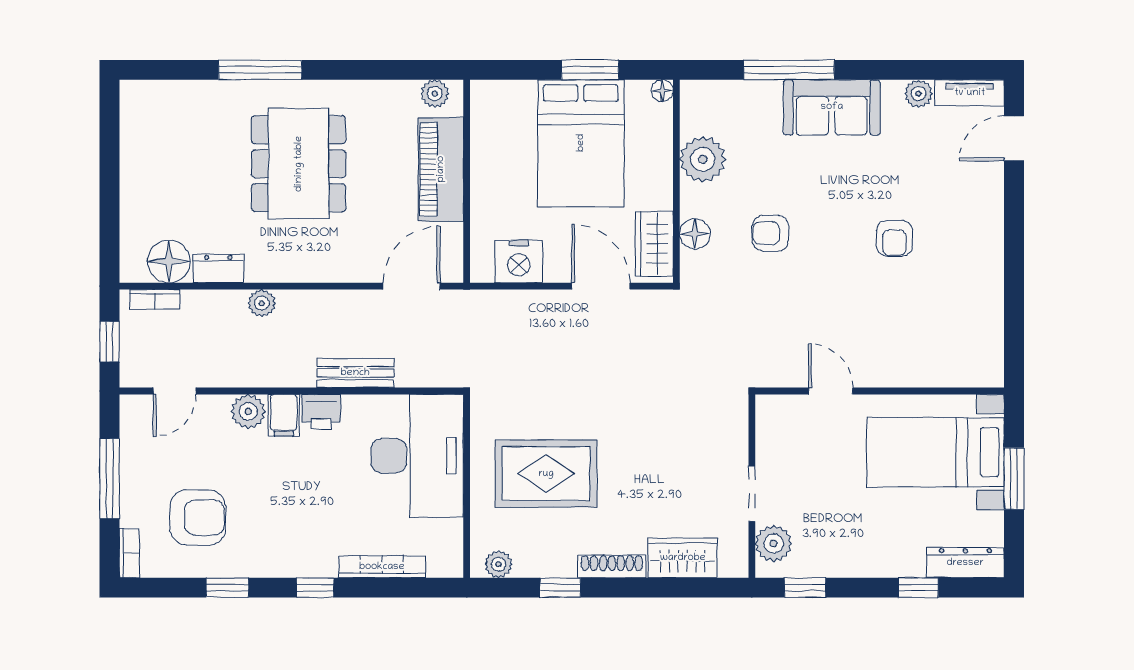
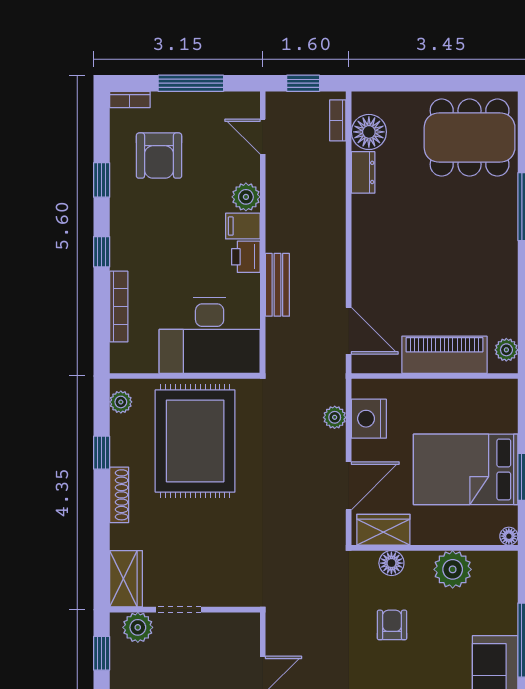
dining table: (299, 164) -> (470, 138), moved
plant: (262, 303) -> (335, 417), moved
rug: (546, 474) -> (195, 441), width x1.37, depth x1.44
wardrobe: (683, 558) -> (126, 579), moved

